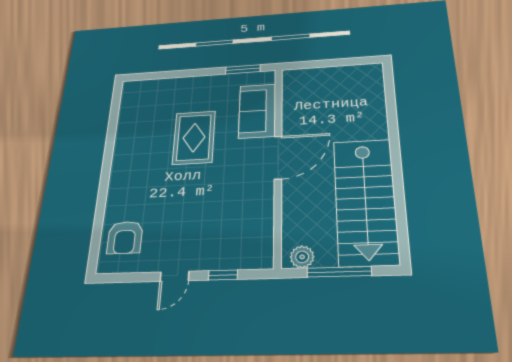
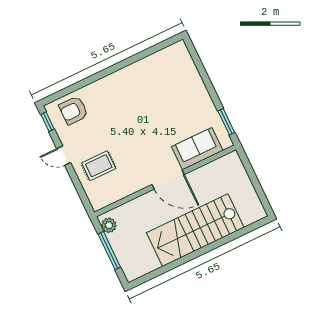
rug: (194, 137) -> (99, 166), moved, width x0.73, depth x0.70
stairs: (365, 201) -> (195, 230), moved
window: (223, 275) -> (47, 122), moved

